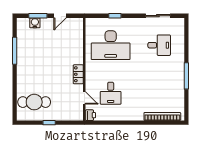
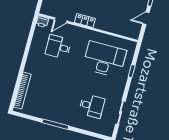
door: (60, 16) -> (146, 18), hinge flipped
desk: (111, 45) -> (104, 59), turned 90
desk: (159, 45) -> (92, 106), turned -90

